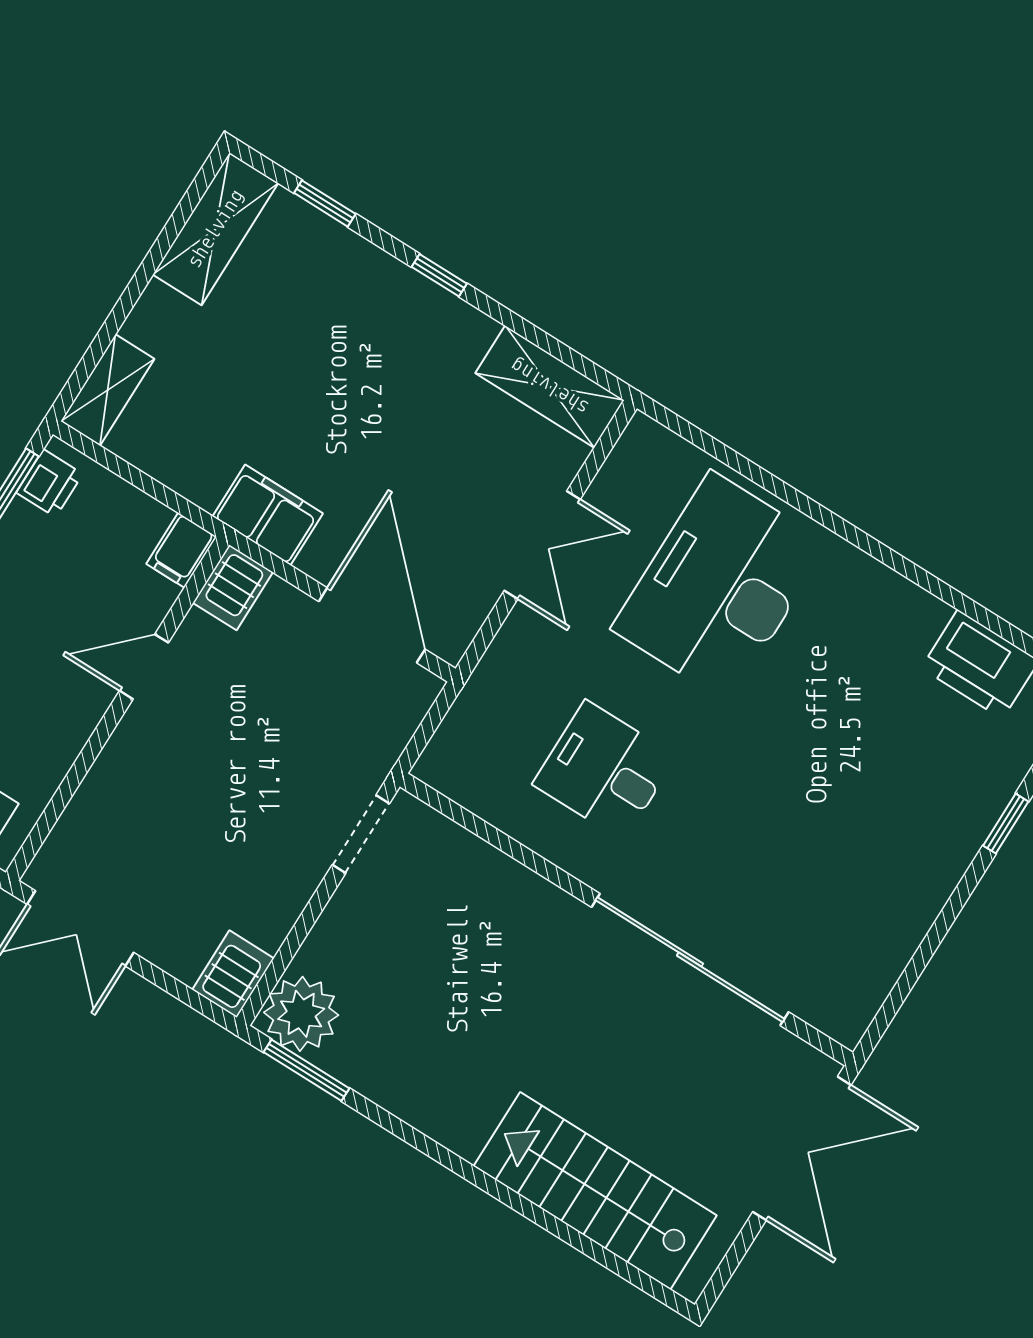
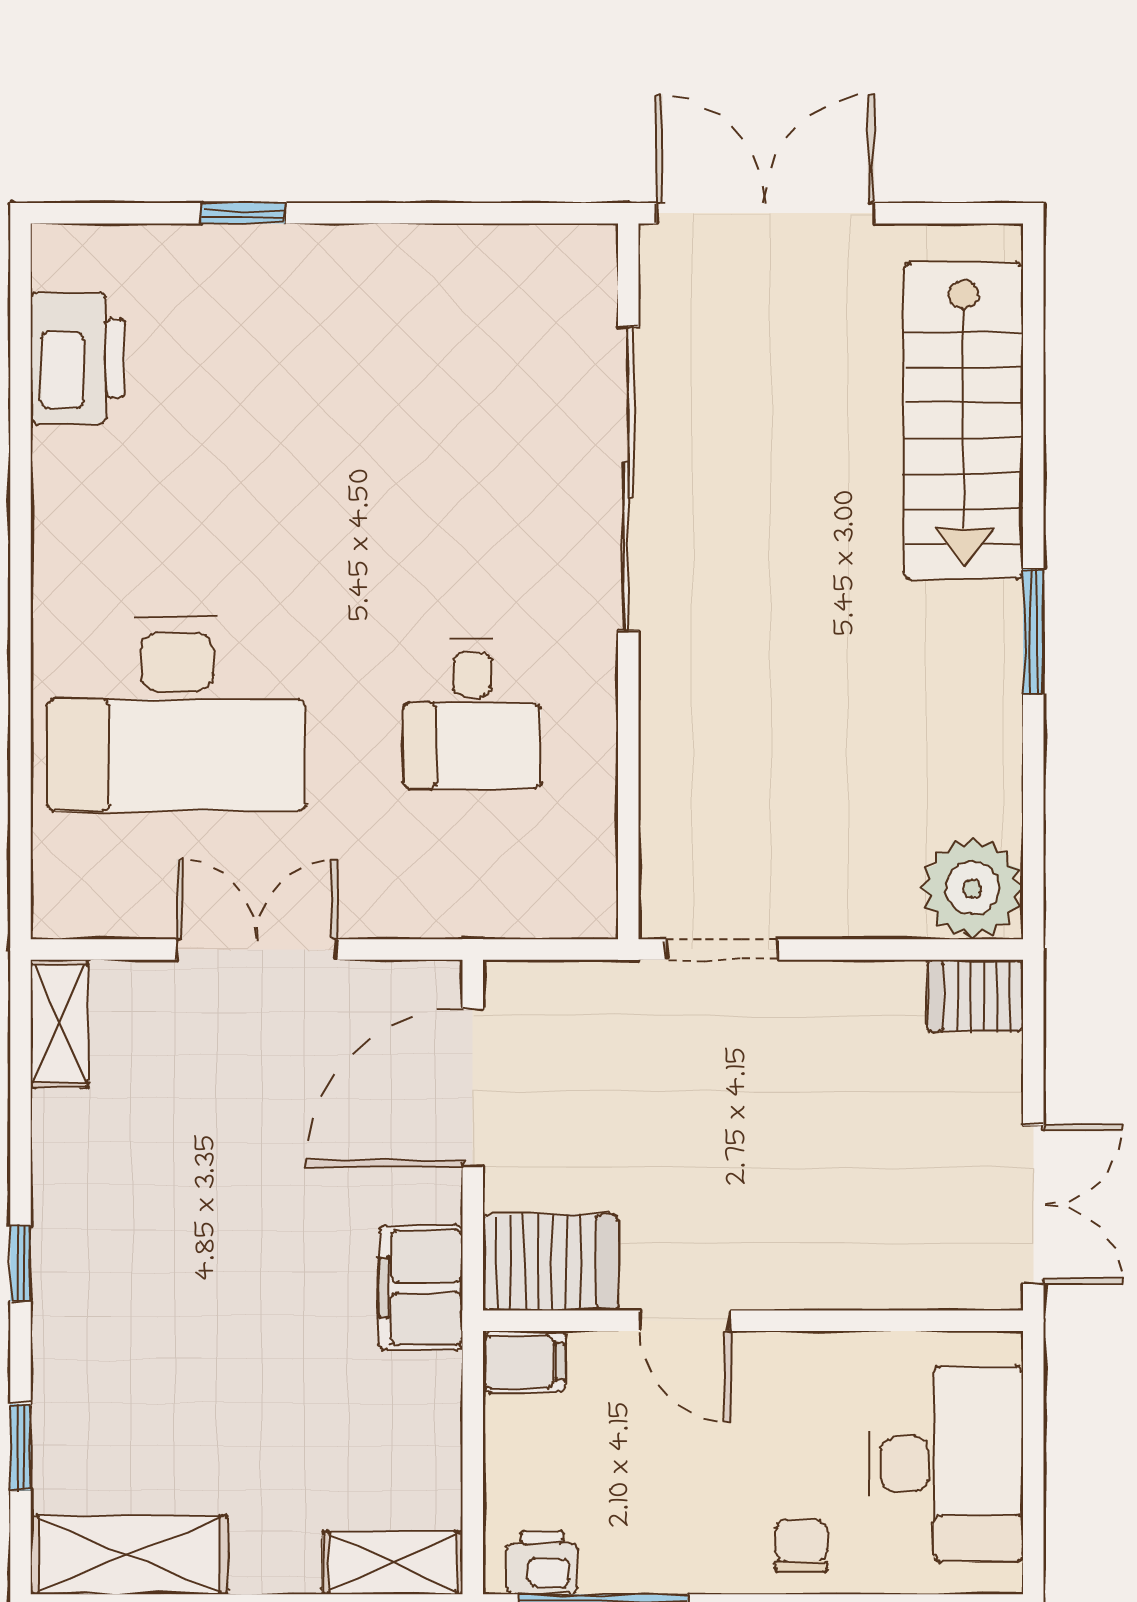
shelving: (550, 387) -> (59, 1023), width x0.67, depth x0.75
server rack: (233, 588) -> (550, 1263), width x1.36, depth x1.44
window: (306, 1070) -> (1033, 632), moved

